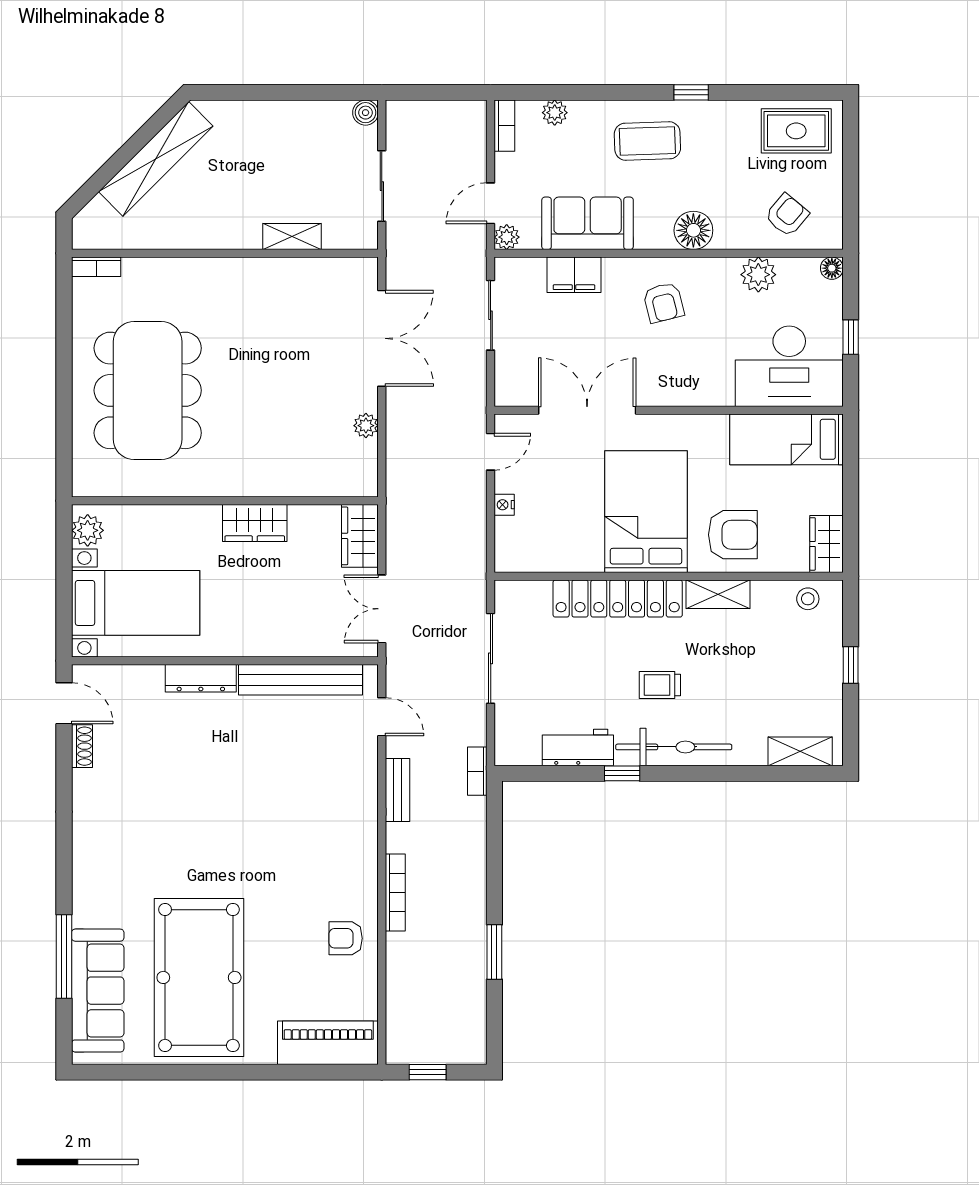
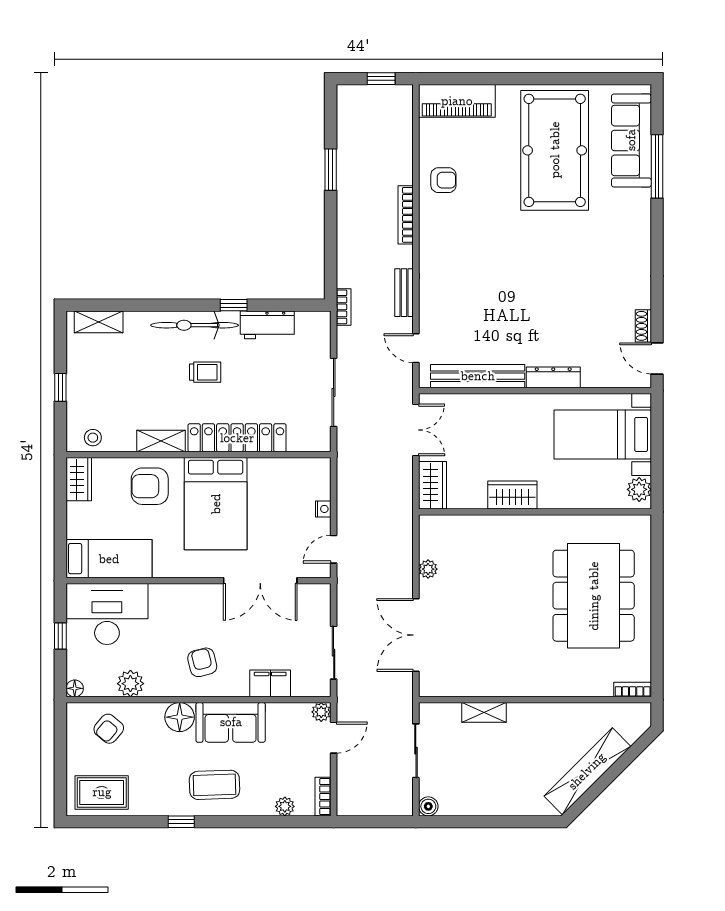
sofa: (588, 223) -> (231, 722), moved

